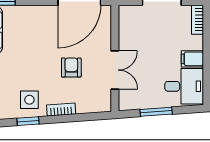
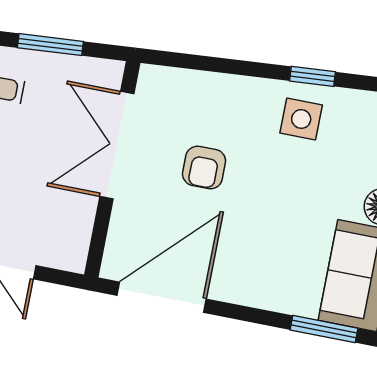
double door: (115, 70) -> (117, 145), width x1.37
bookcase: (61, 110) -> (241, 87), removed

